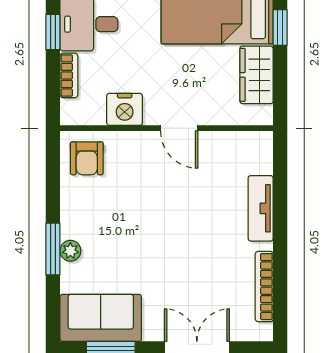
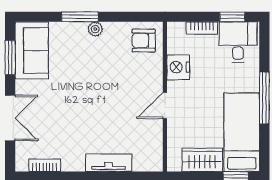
plant: (70, 251) -> (95, 29), moved
bookcase: (264, 287) -> (45, 165), width x0.64

